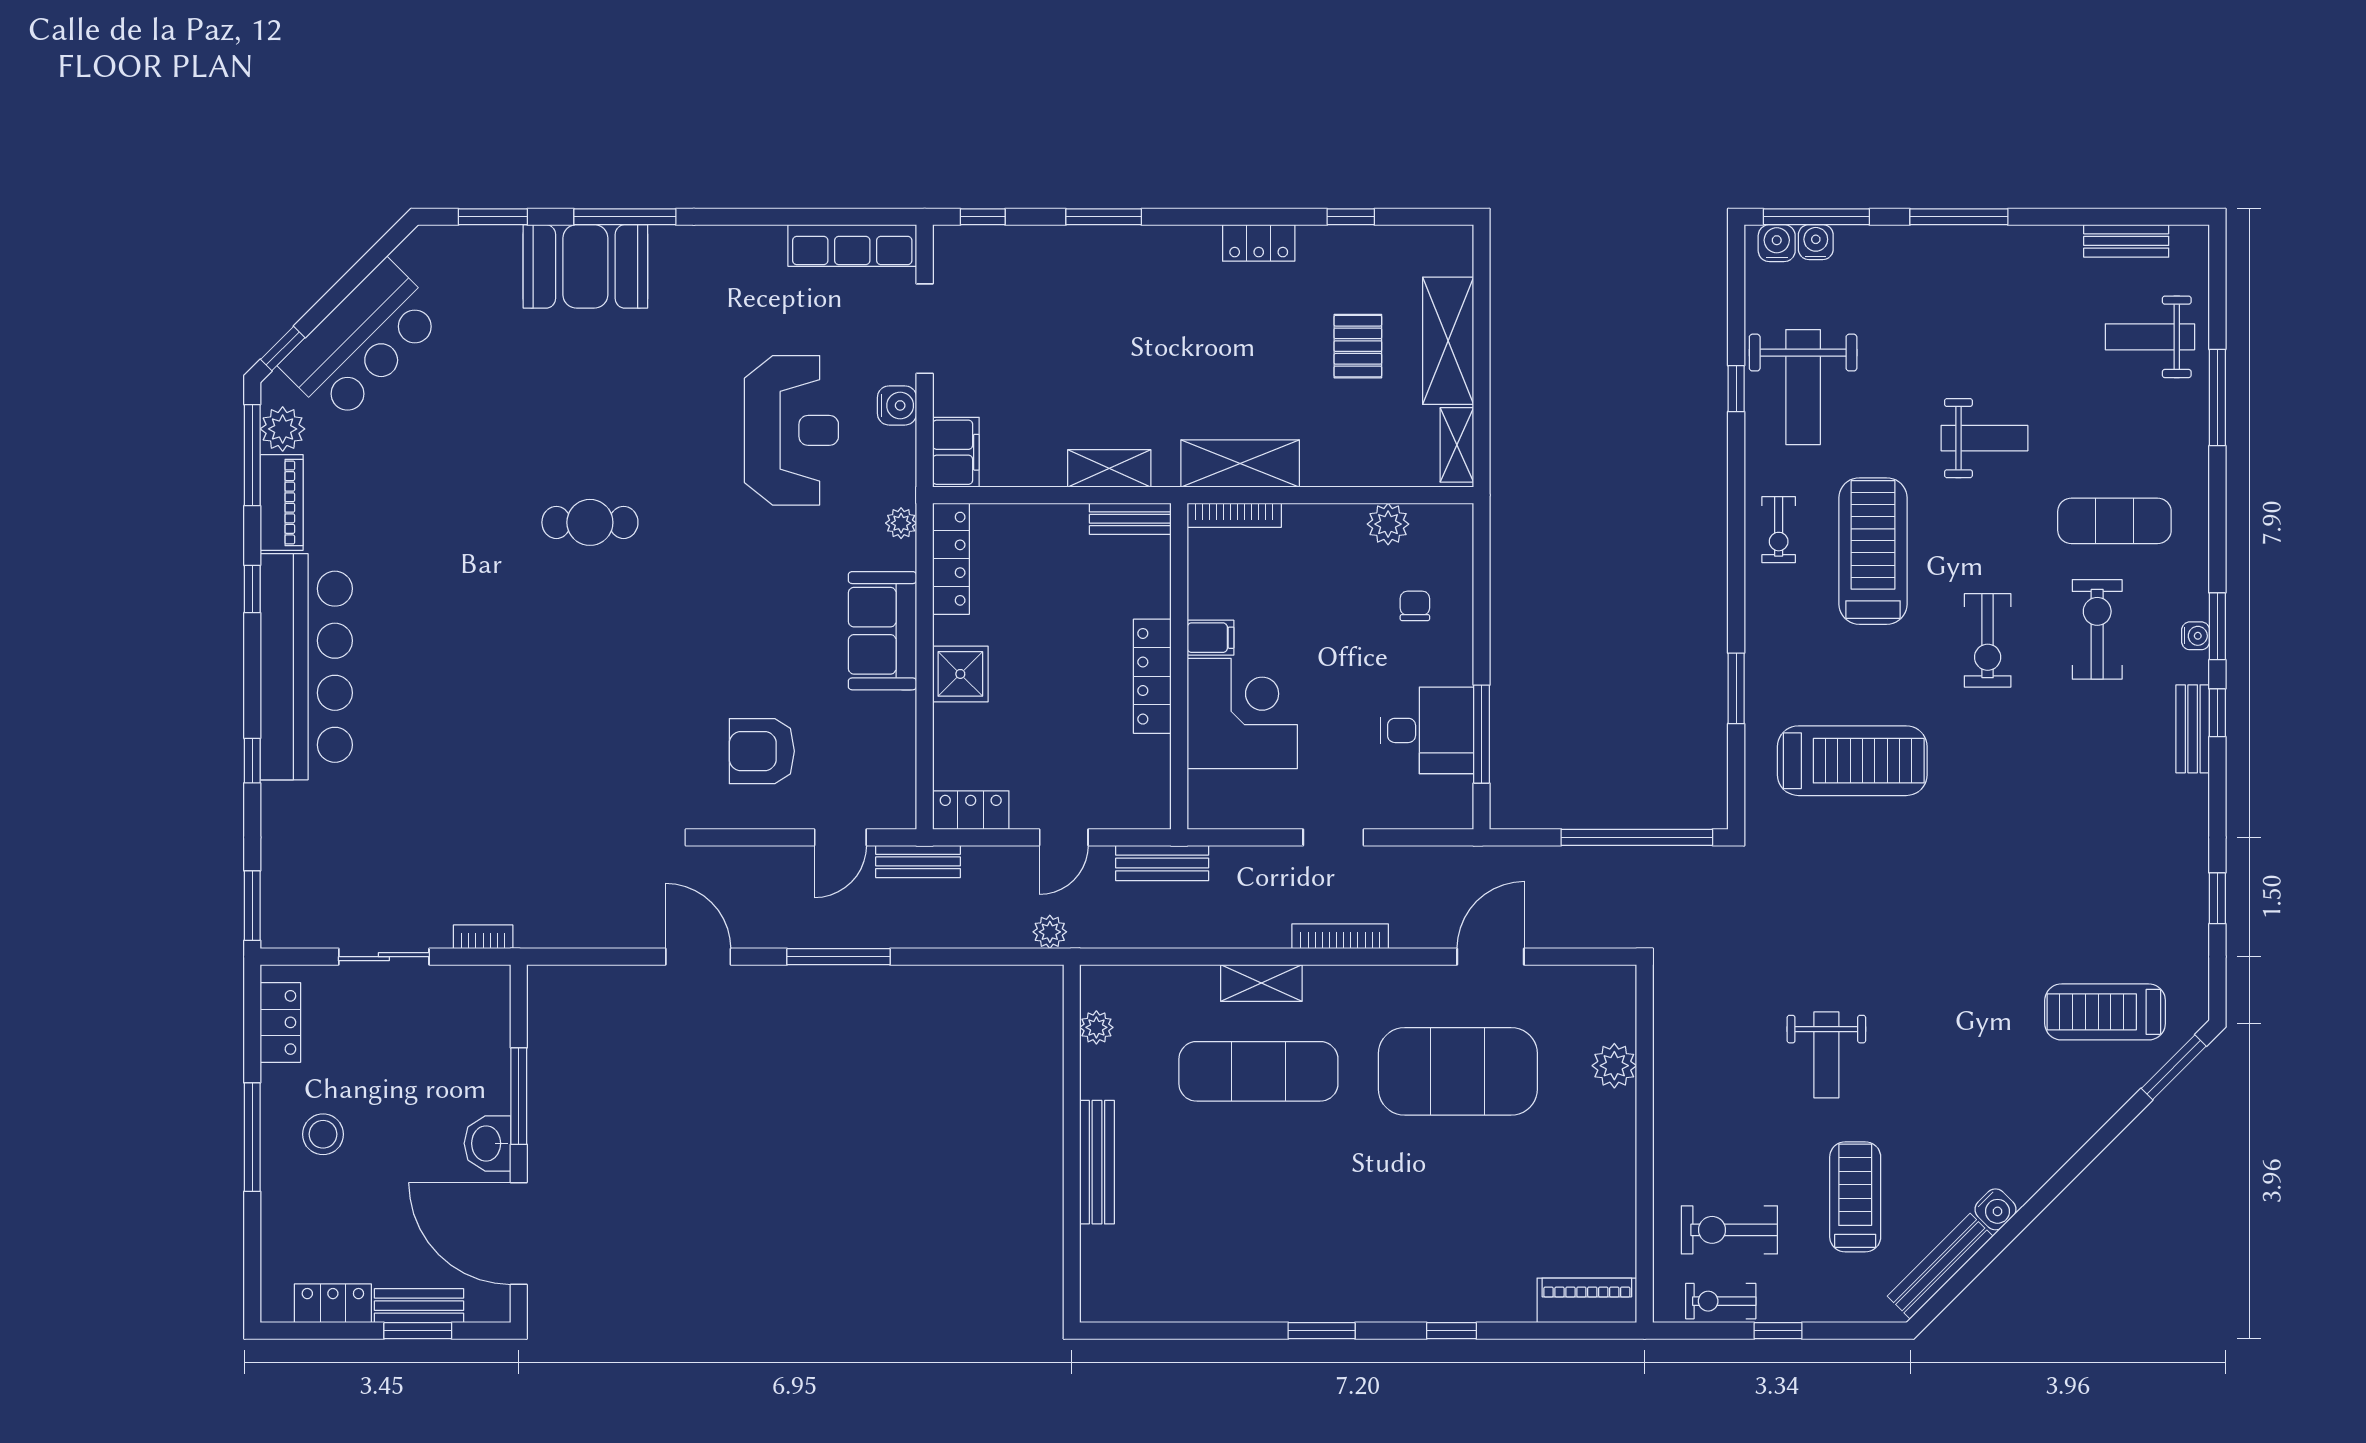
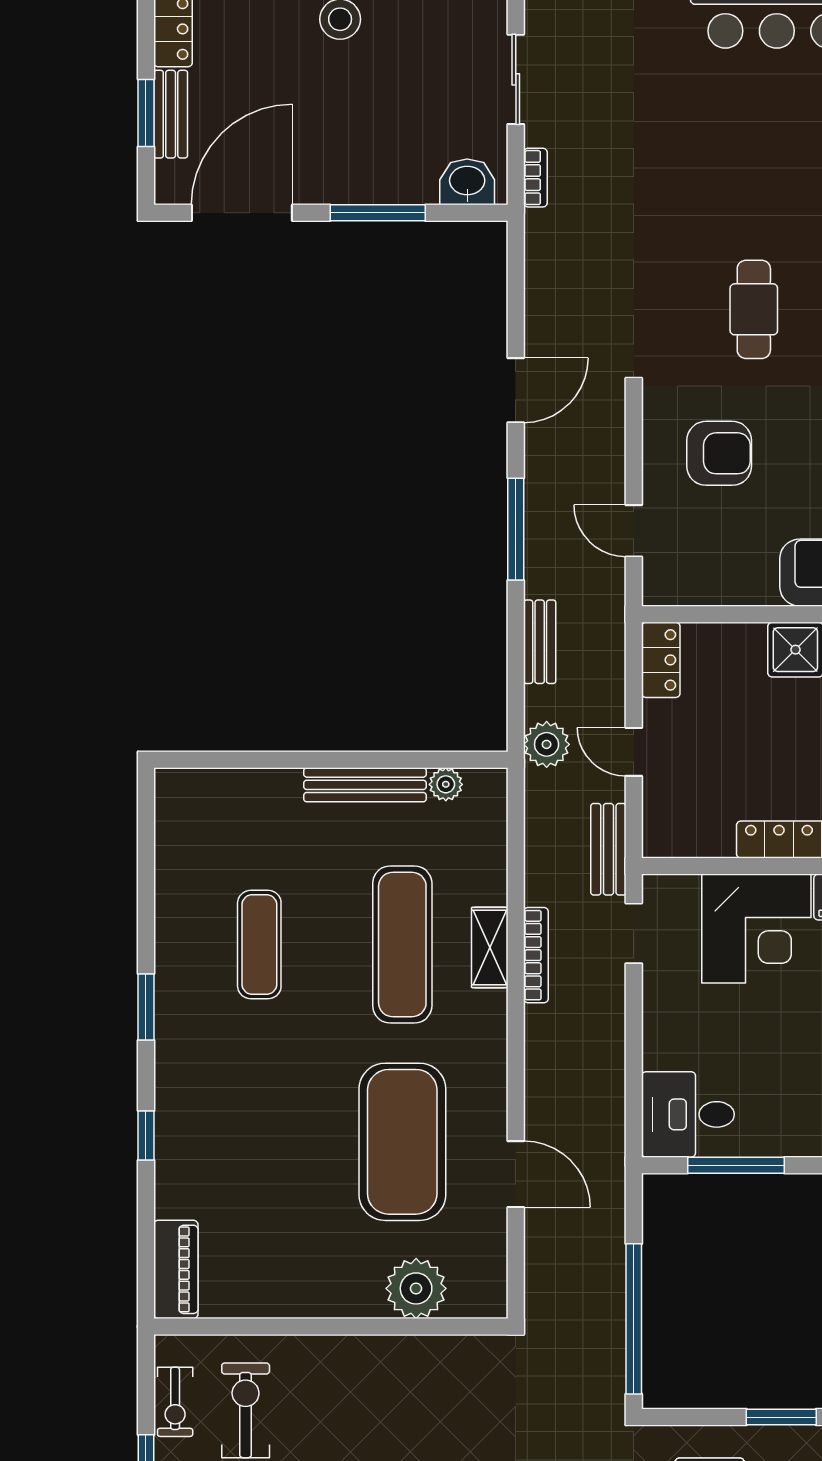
cafe table: (616, 716) -> (754, 309), added
desk: (1427, 730) -> (688, 1114), moved, turned 90
armchair: (762, 751) -> (719, 453), turned 90
doorway: (1333, 837) -> (634, 933), moved
bench: (918, 861) -> (540, 642), moved
plant: (1050, 932) -> (547, 744), width x1.38, depth x1.38
bookcase: (1340, 936) -> (536, 955), moved
plant: (1614, 1066) -> (416, 1288), width x1.36, depth x1.36
washbasin: (487, 1143) -> (467, 182), moved
bench: (1097, 1162) -> (365, 785), moved
exercise mat: (1258, 1216) -> (259, 945), added
exercise bike: (1721, 1301) -> (175, 1402), turned 180

